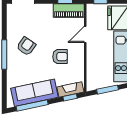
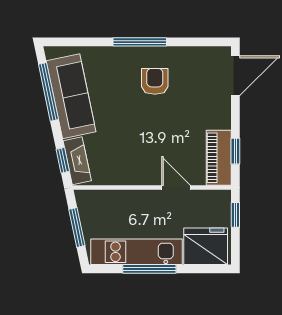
armchair: (26, 46) -> (155, 81), turned -125
armchair: (60, 57) -> (136, 142), removed

